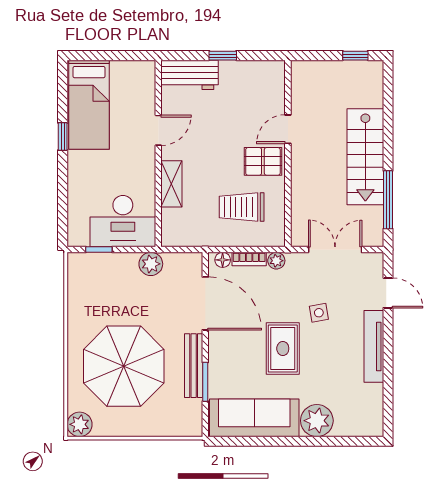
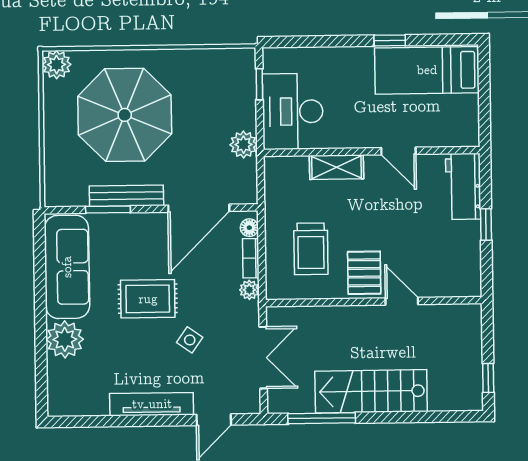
trolley: (242, 207) -> (311, 249), turned 180
side table: (319, 313) -> (190, 340), turned 45

